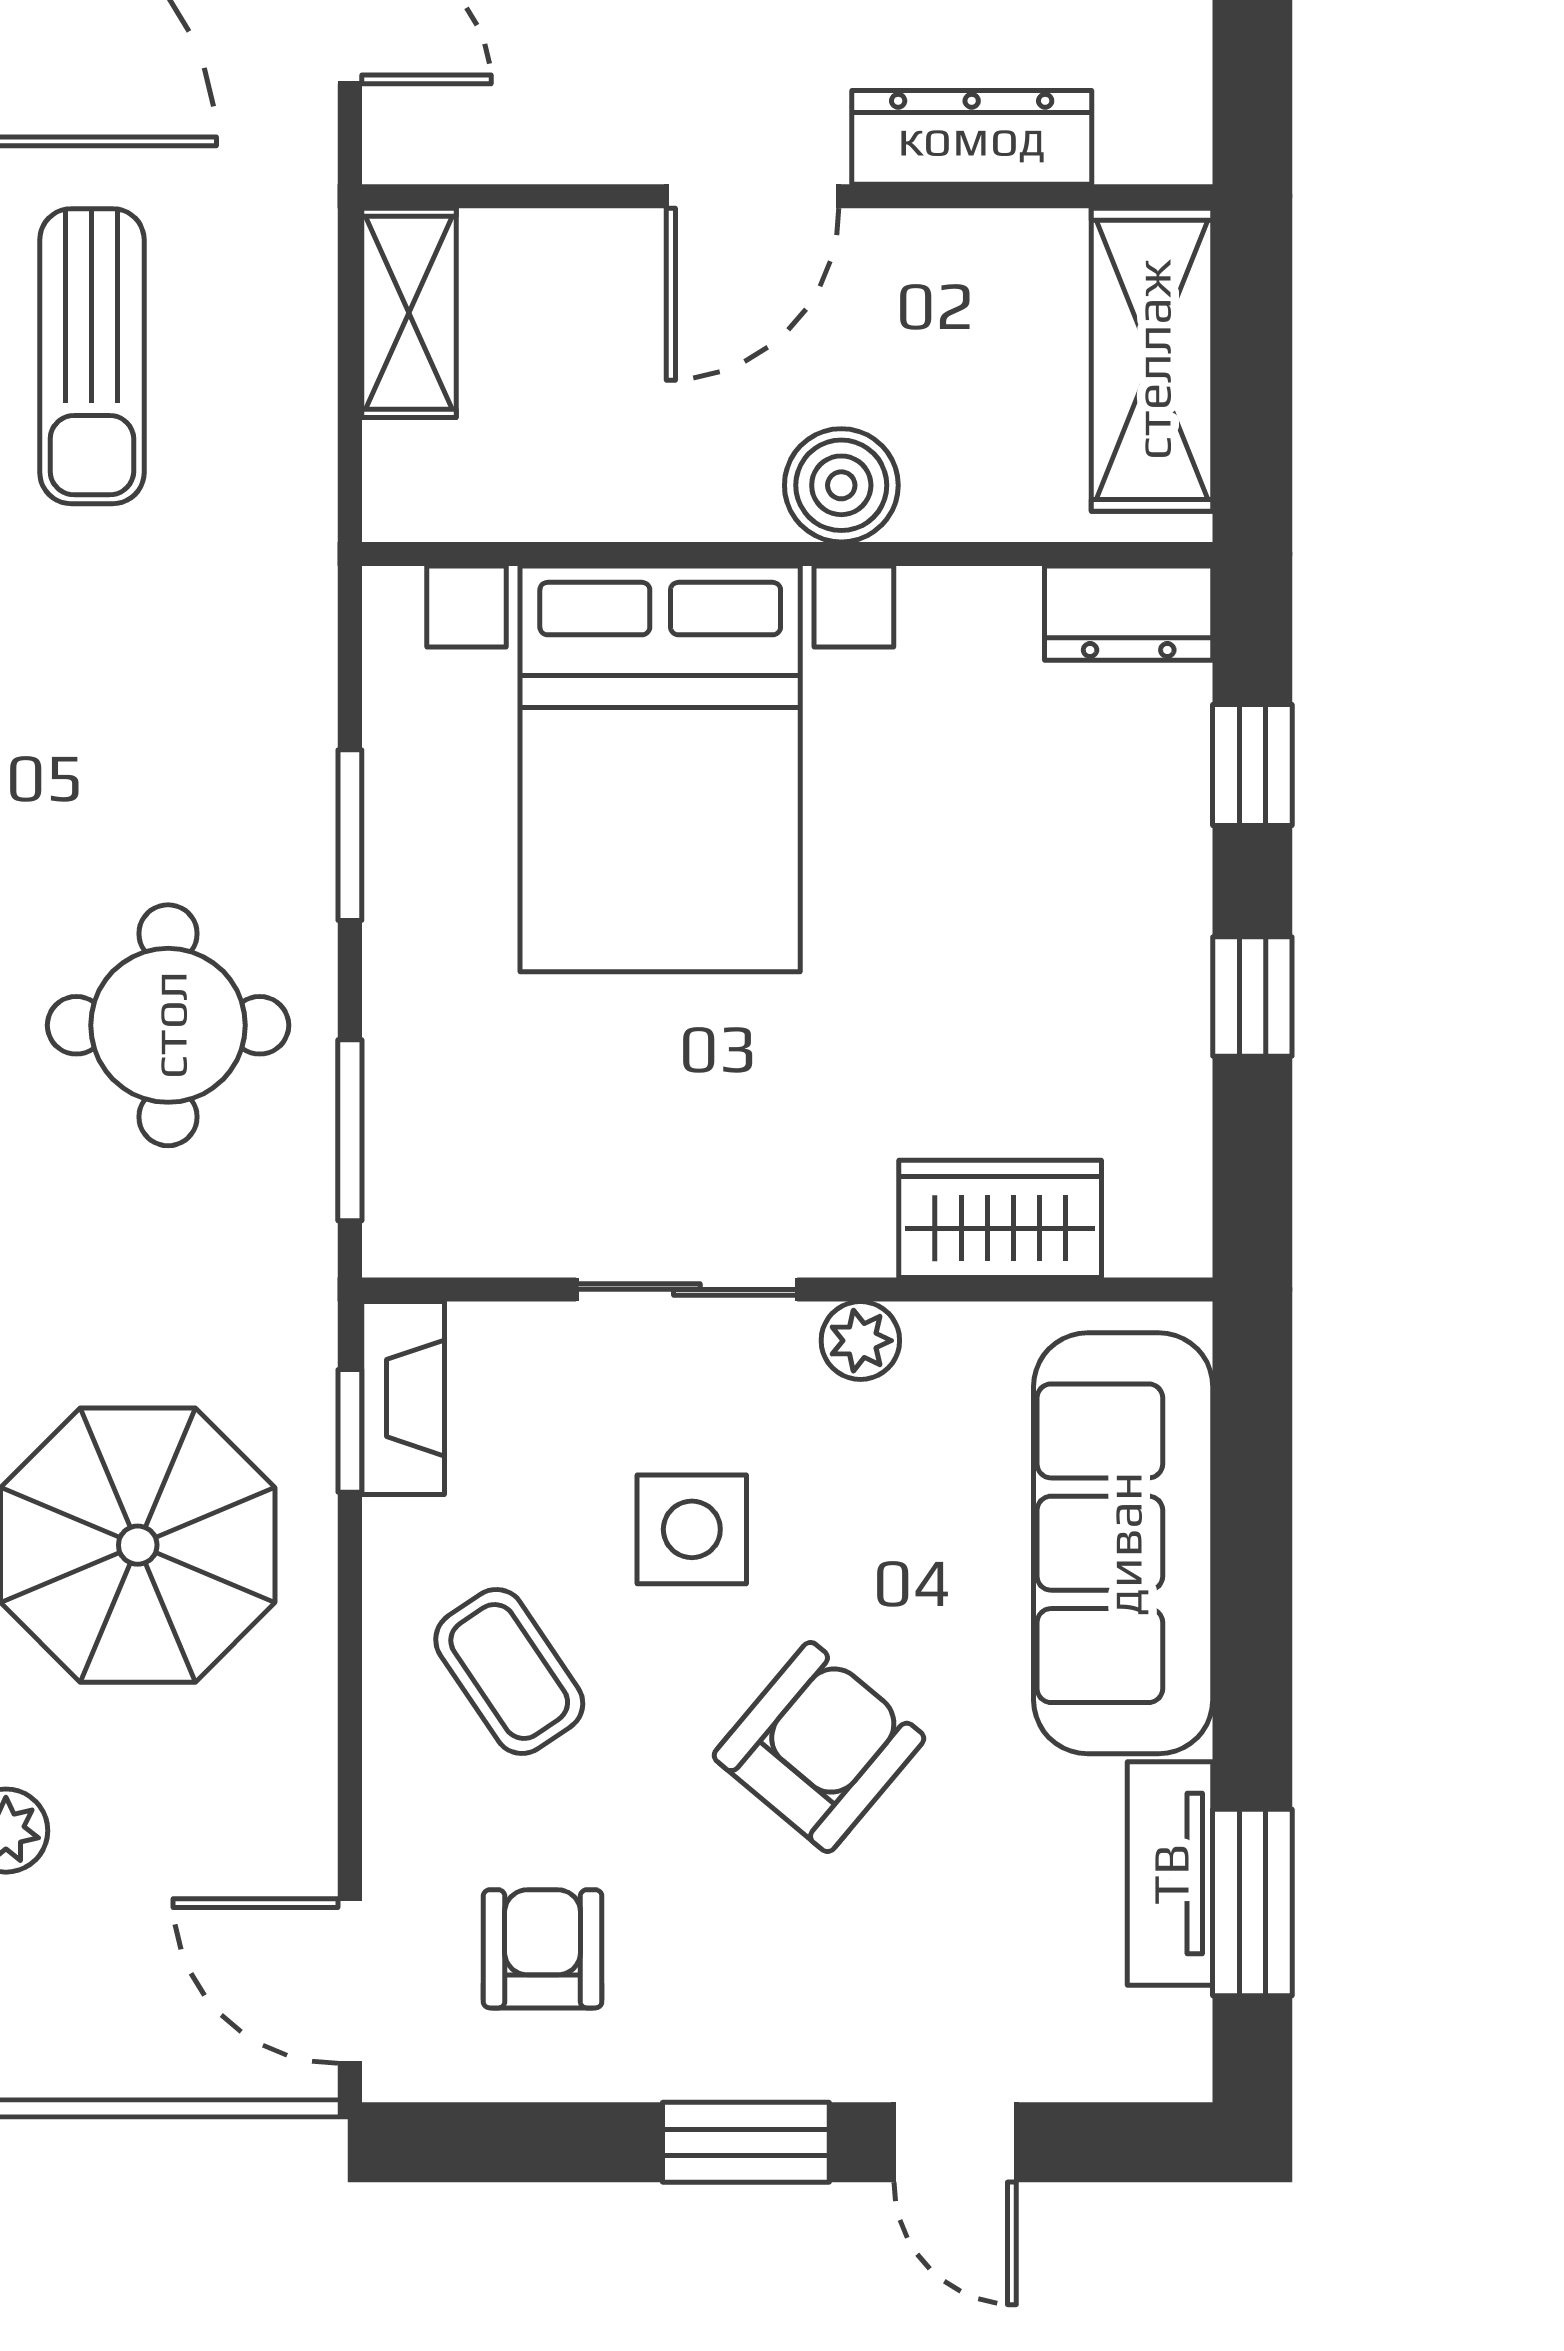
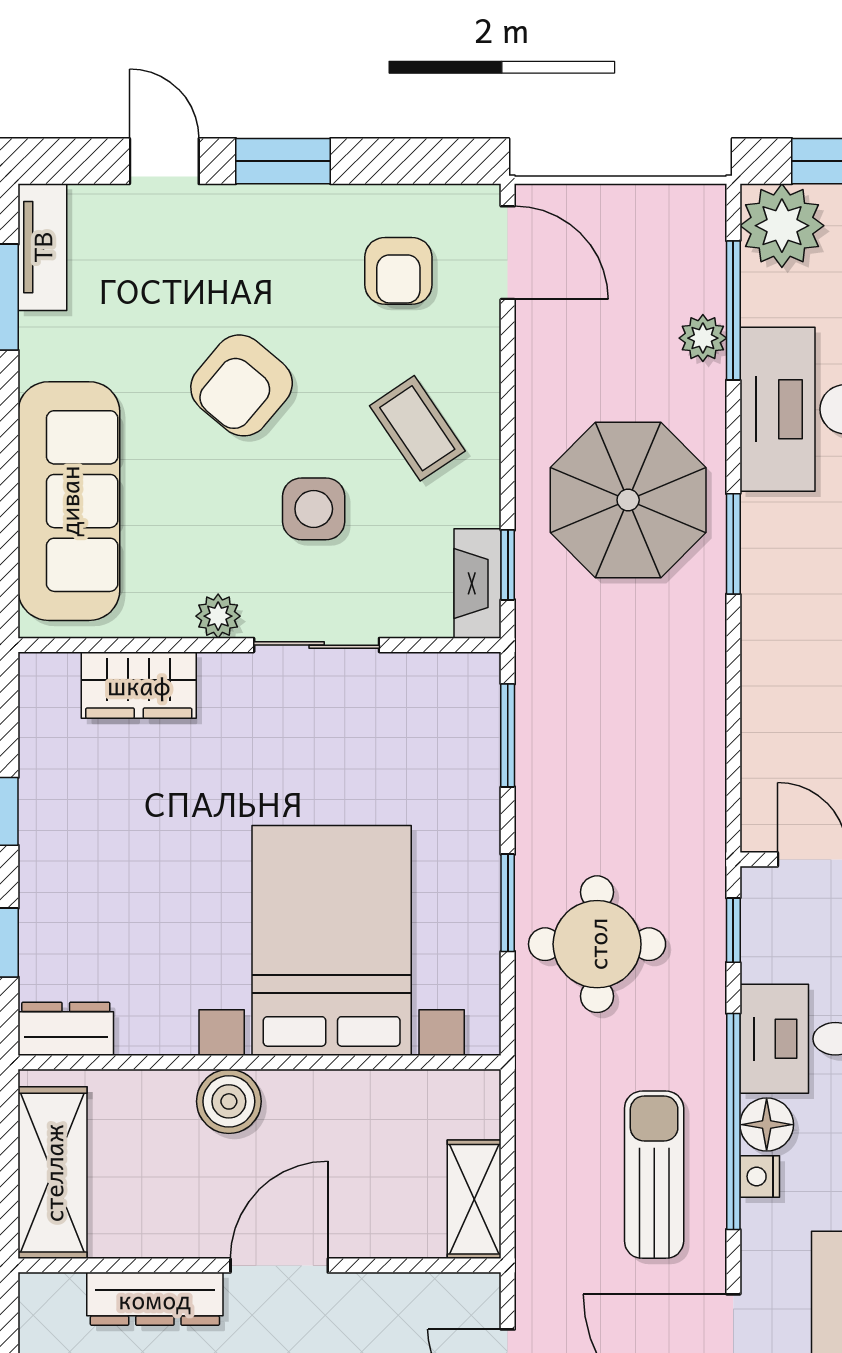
round table: (168, 1025) -> (597, 944), moved
tv unit: (1170, 1874) -> (42, 247), moved

